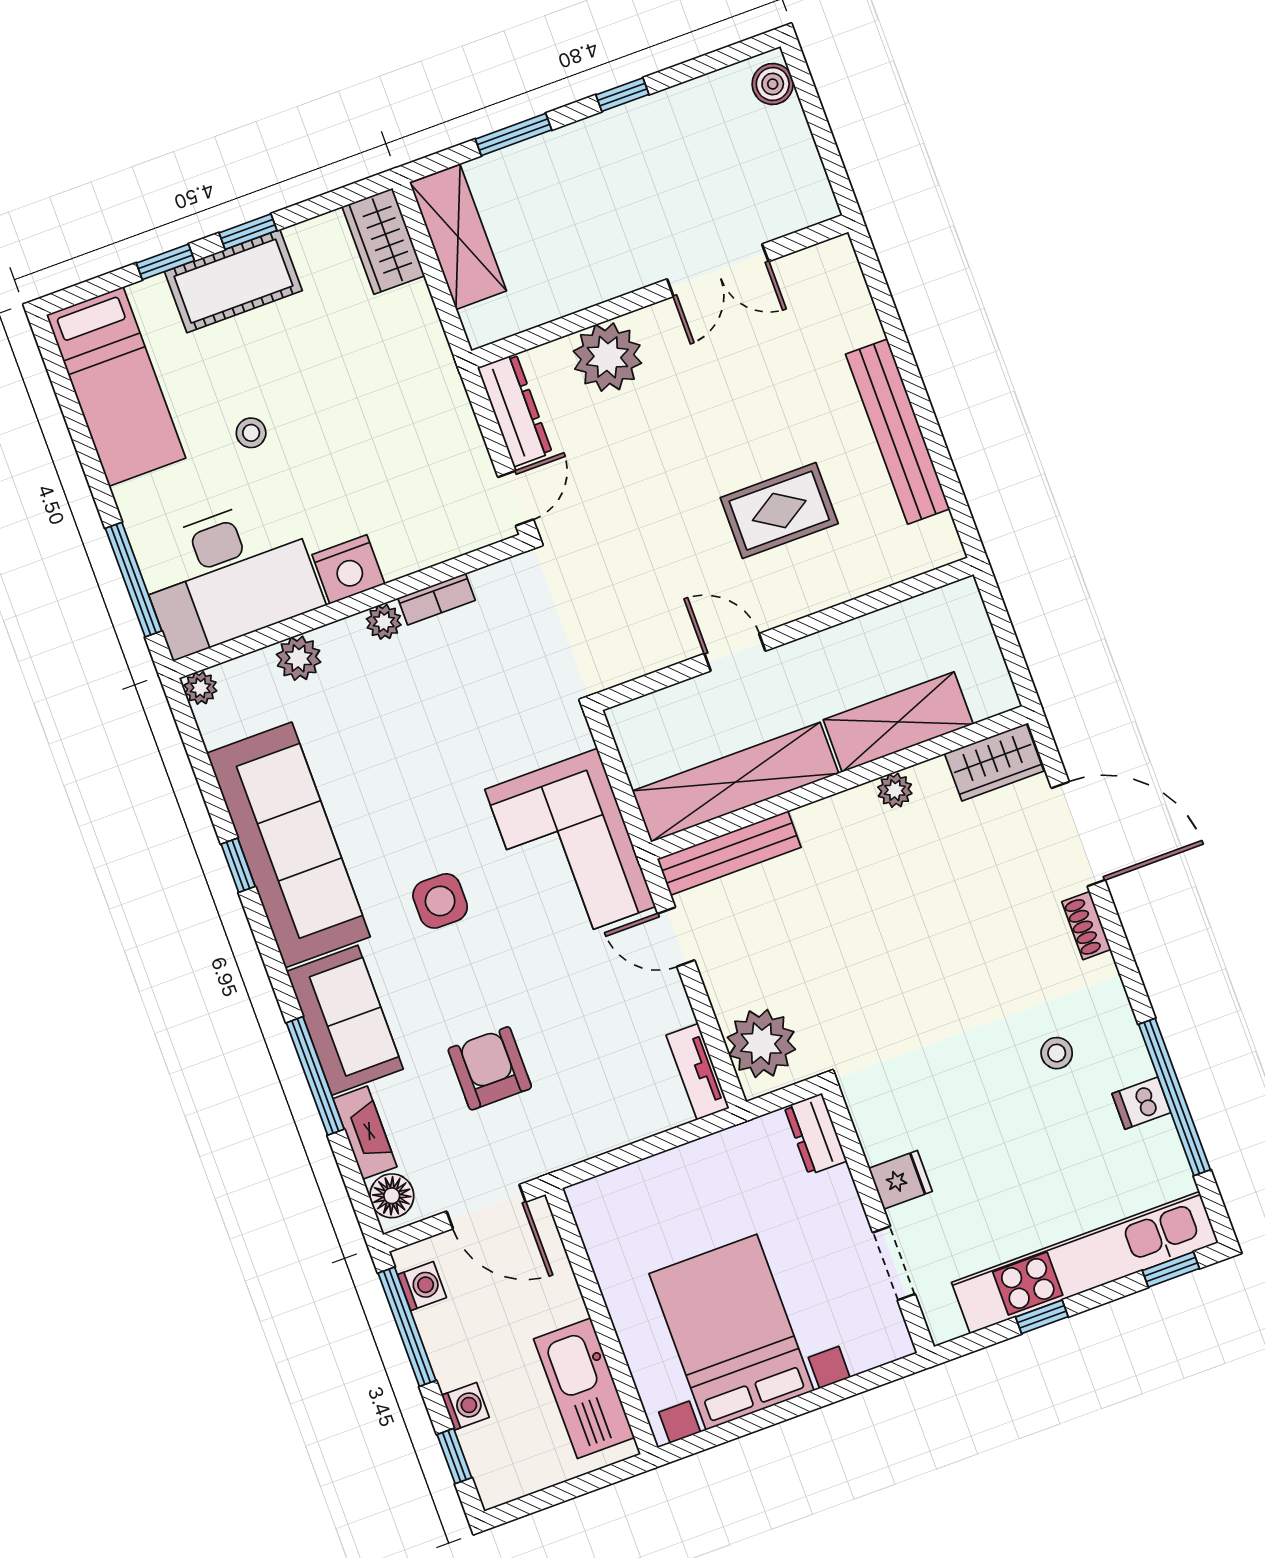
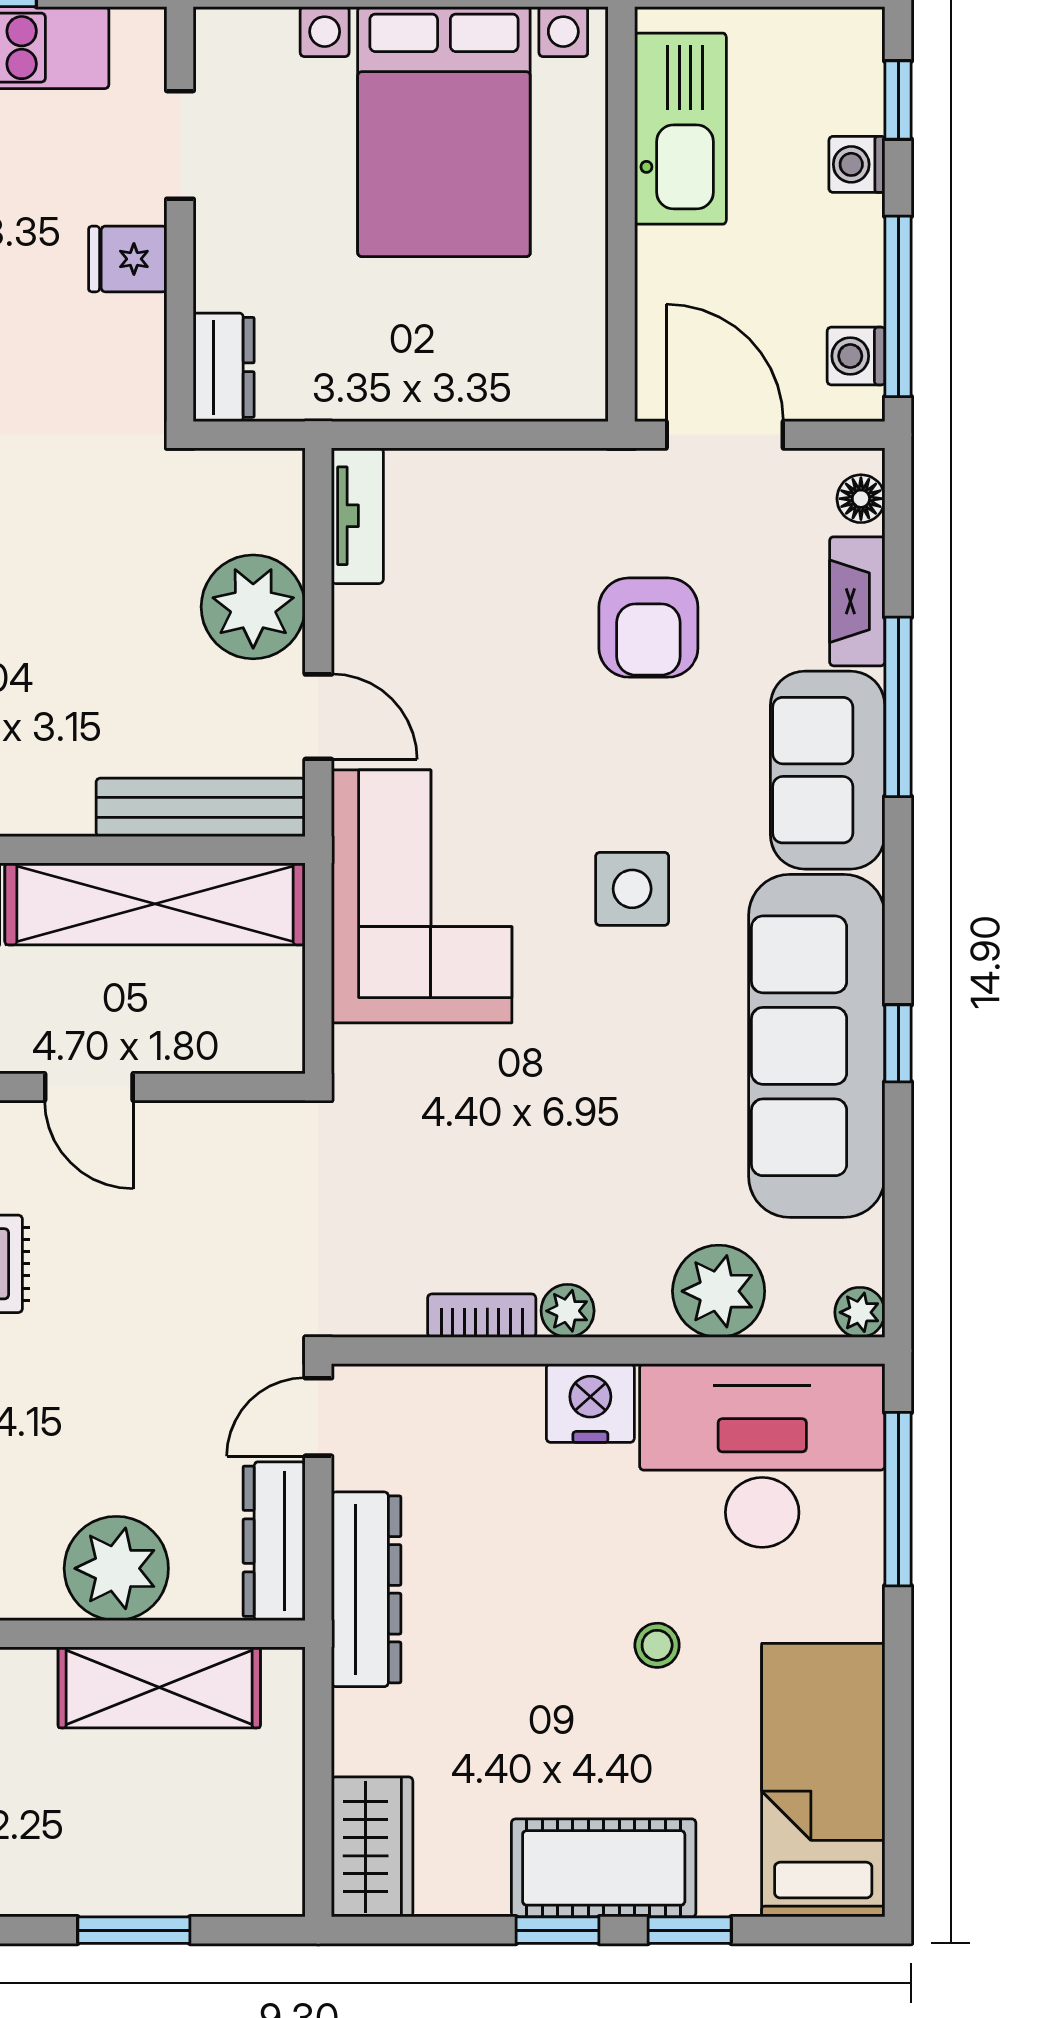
shelving: (458, 237) -> (159, 1687), moved, turned 90
dresser: (446, 401) -> (366, 1589), added
plant: (299, 658) -> (719, 1291), width x1.36, depth x1.36
plant: (761, 1043) -> (253, 607), moved
floor lamp: (392, 1196) -> (861, 499), width x0.73, depth x0.73

